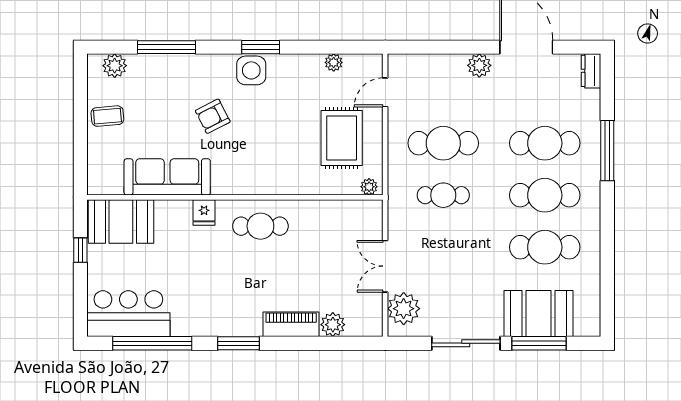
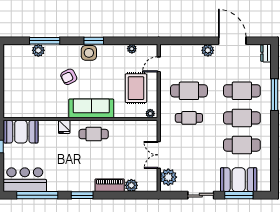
plant: (115, 66) -> (38, 50), moved
coffee table: (107, 116) -> (14, 77), removed
sofa: (167, 177) -> (91, 108), moved
sliding door: (466, 343) -> (201, 195), width x0.73

